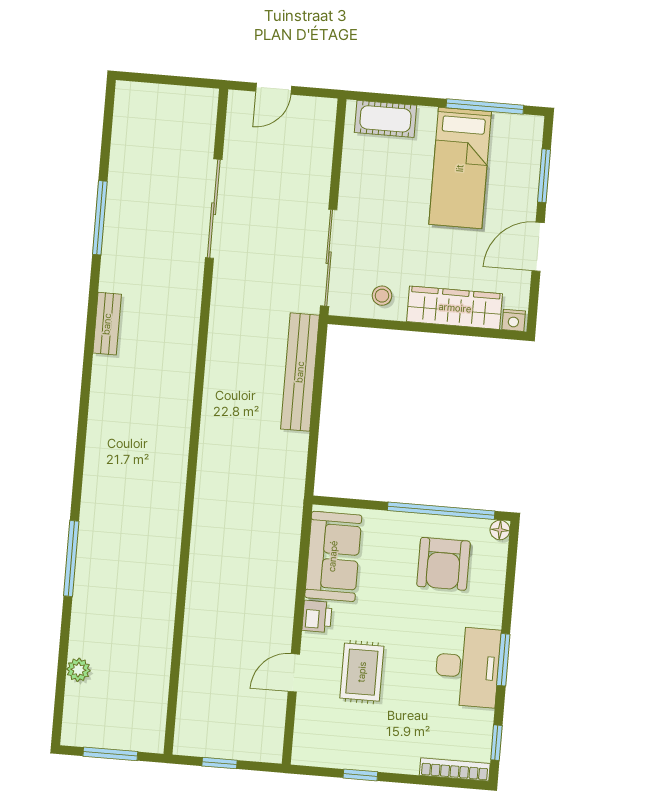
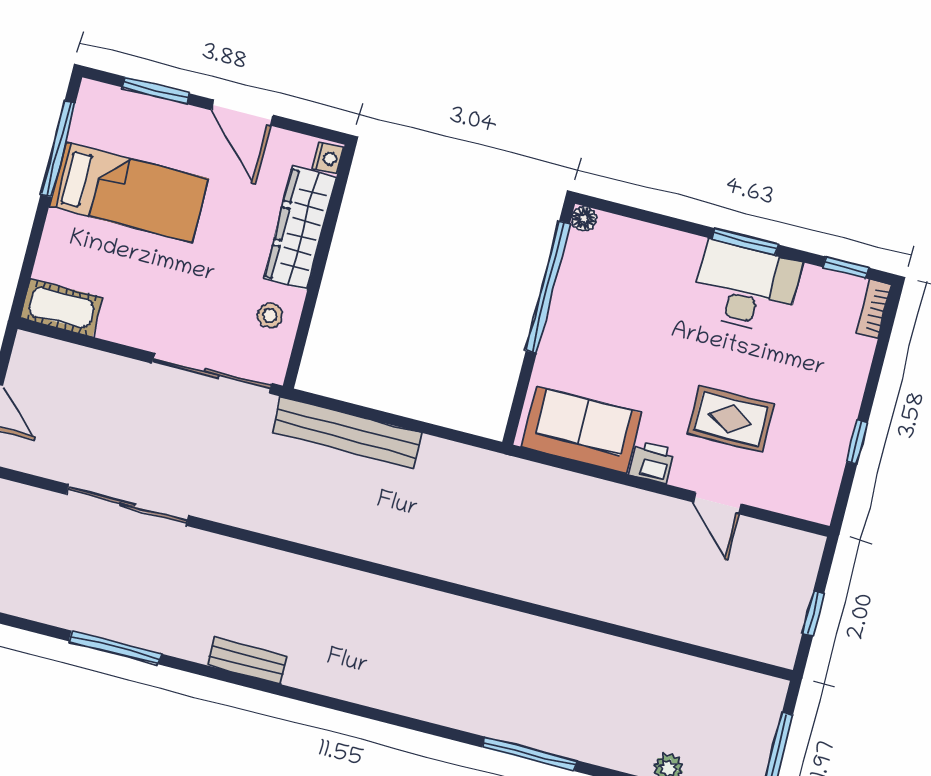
cot: (385, 119) -> (62, 308), moved, turned 90
armchair: (443, 564) -> (614, 295), removed
bookcase: (455, 769) -> (874, 309), width x0.64

